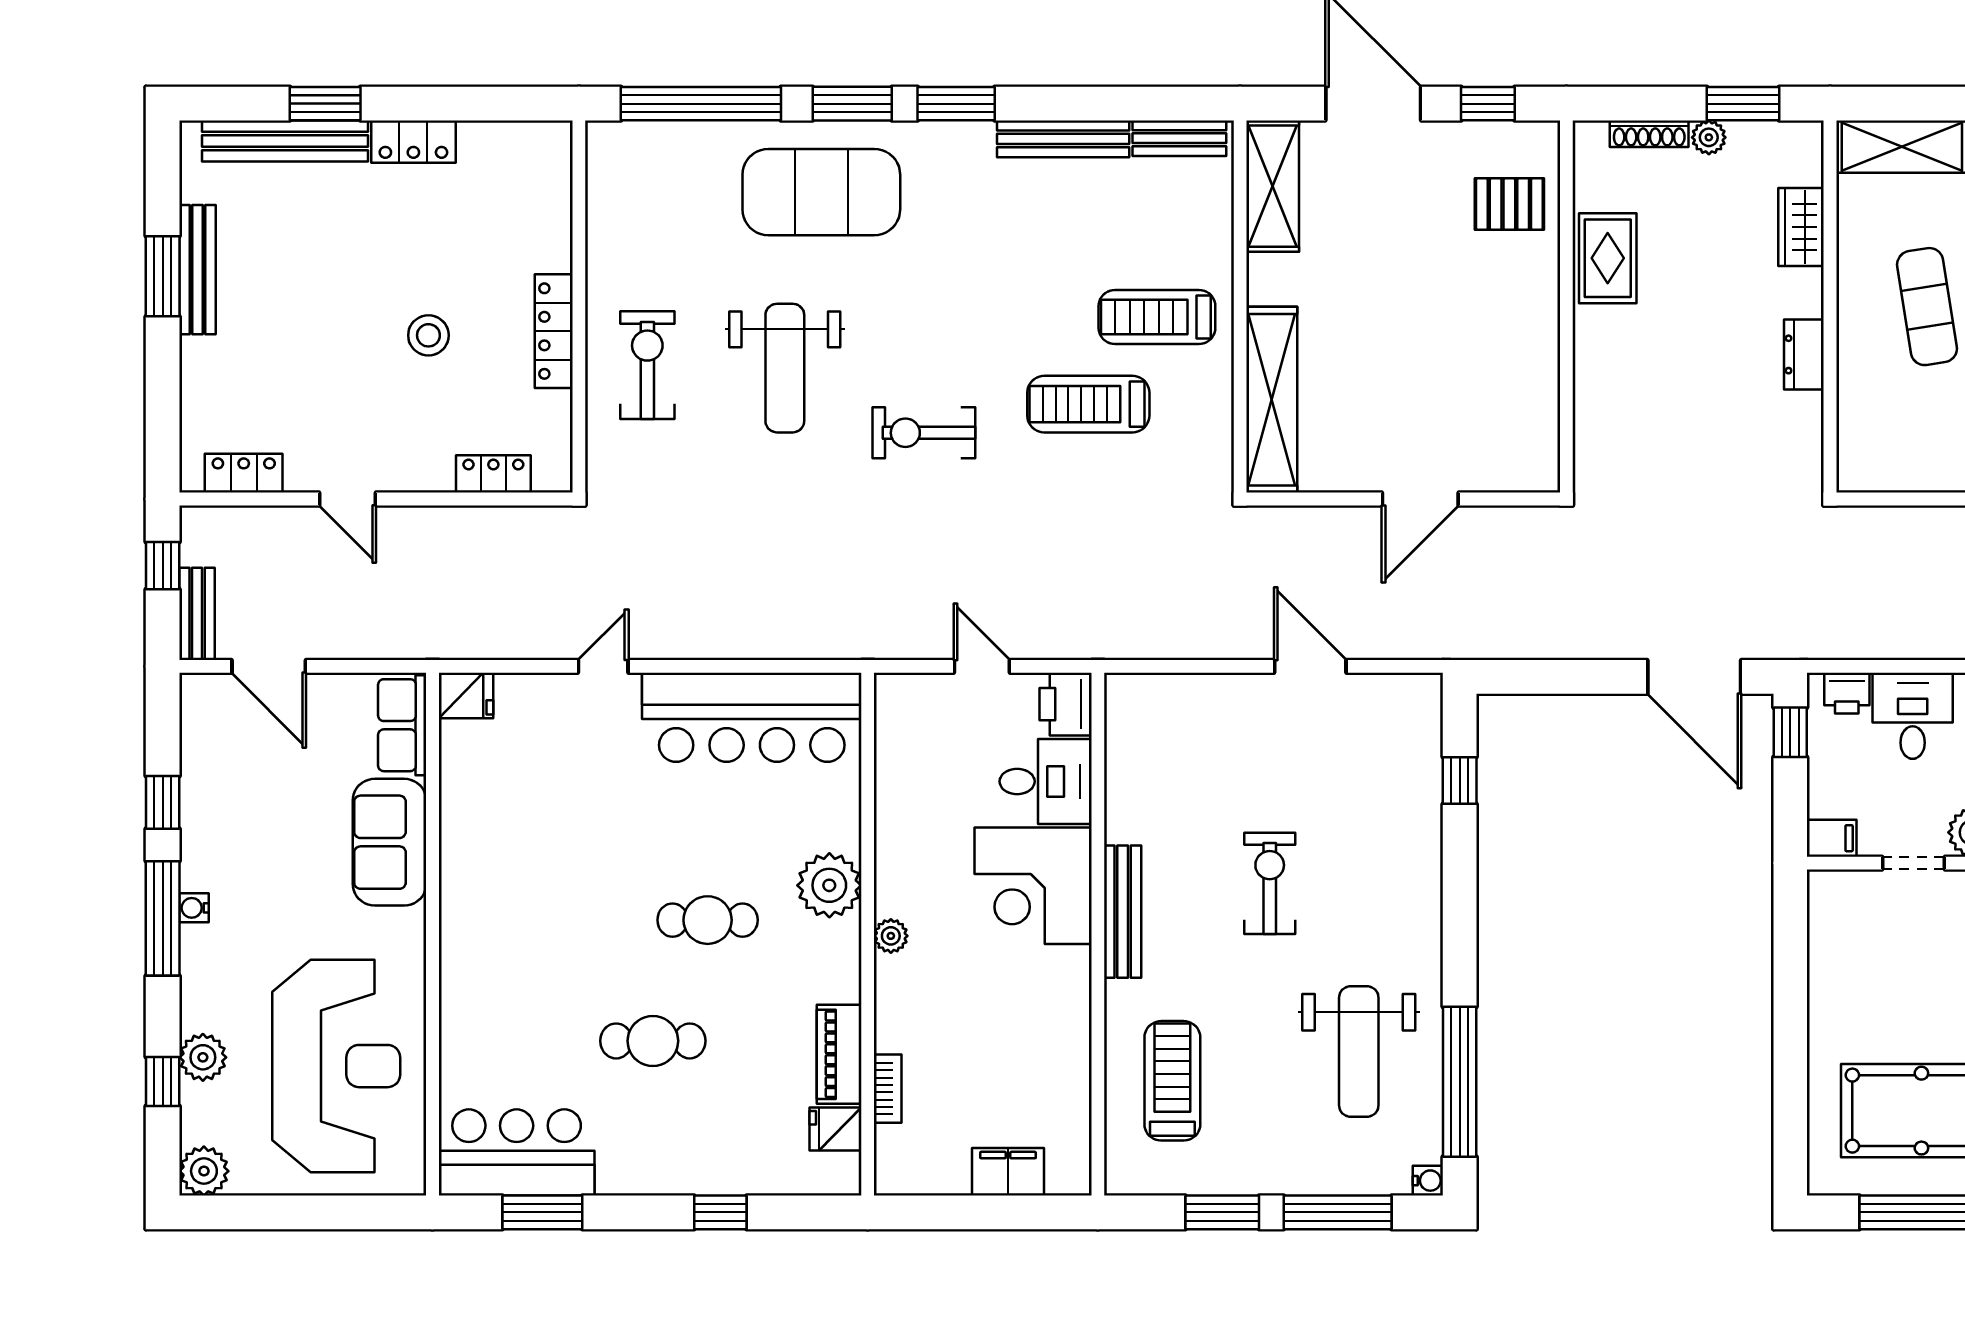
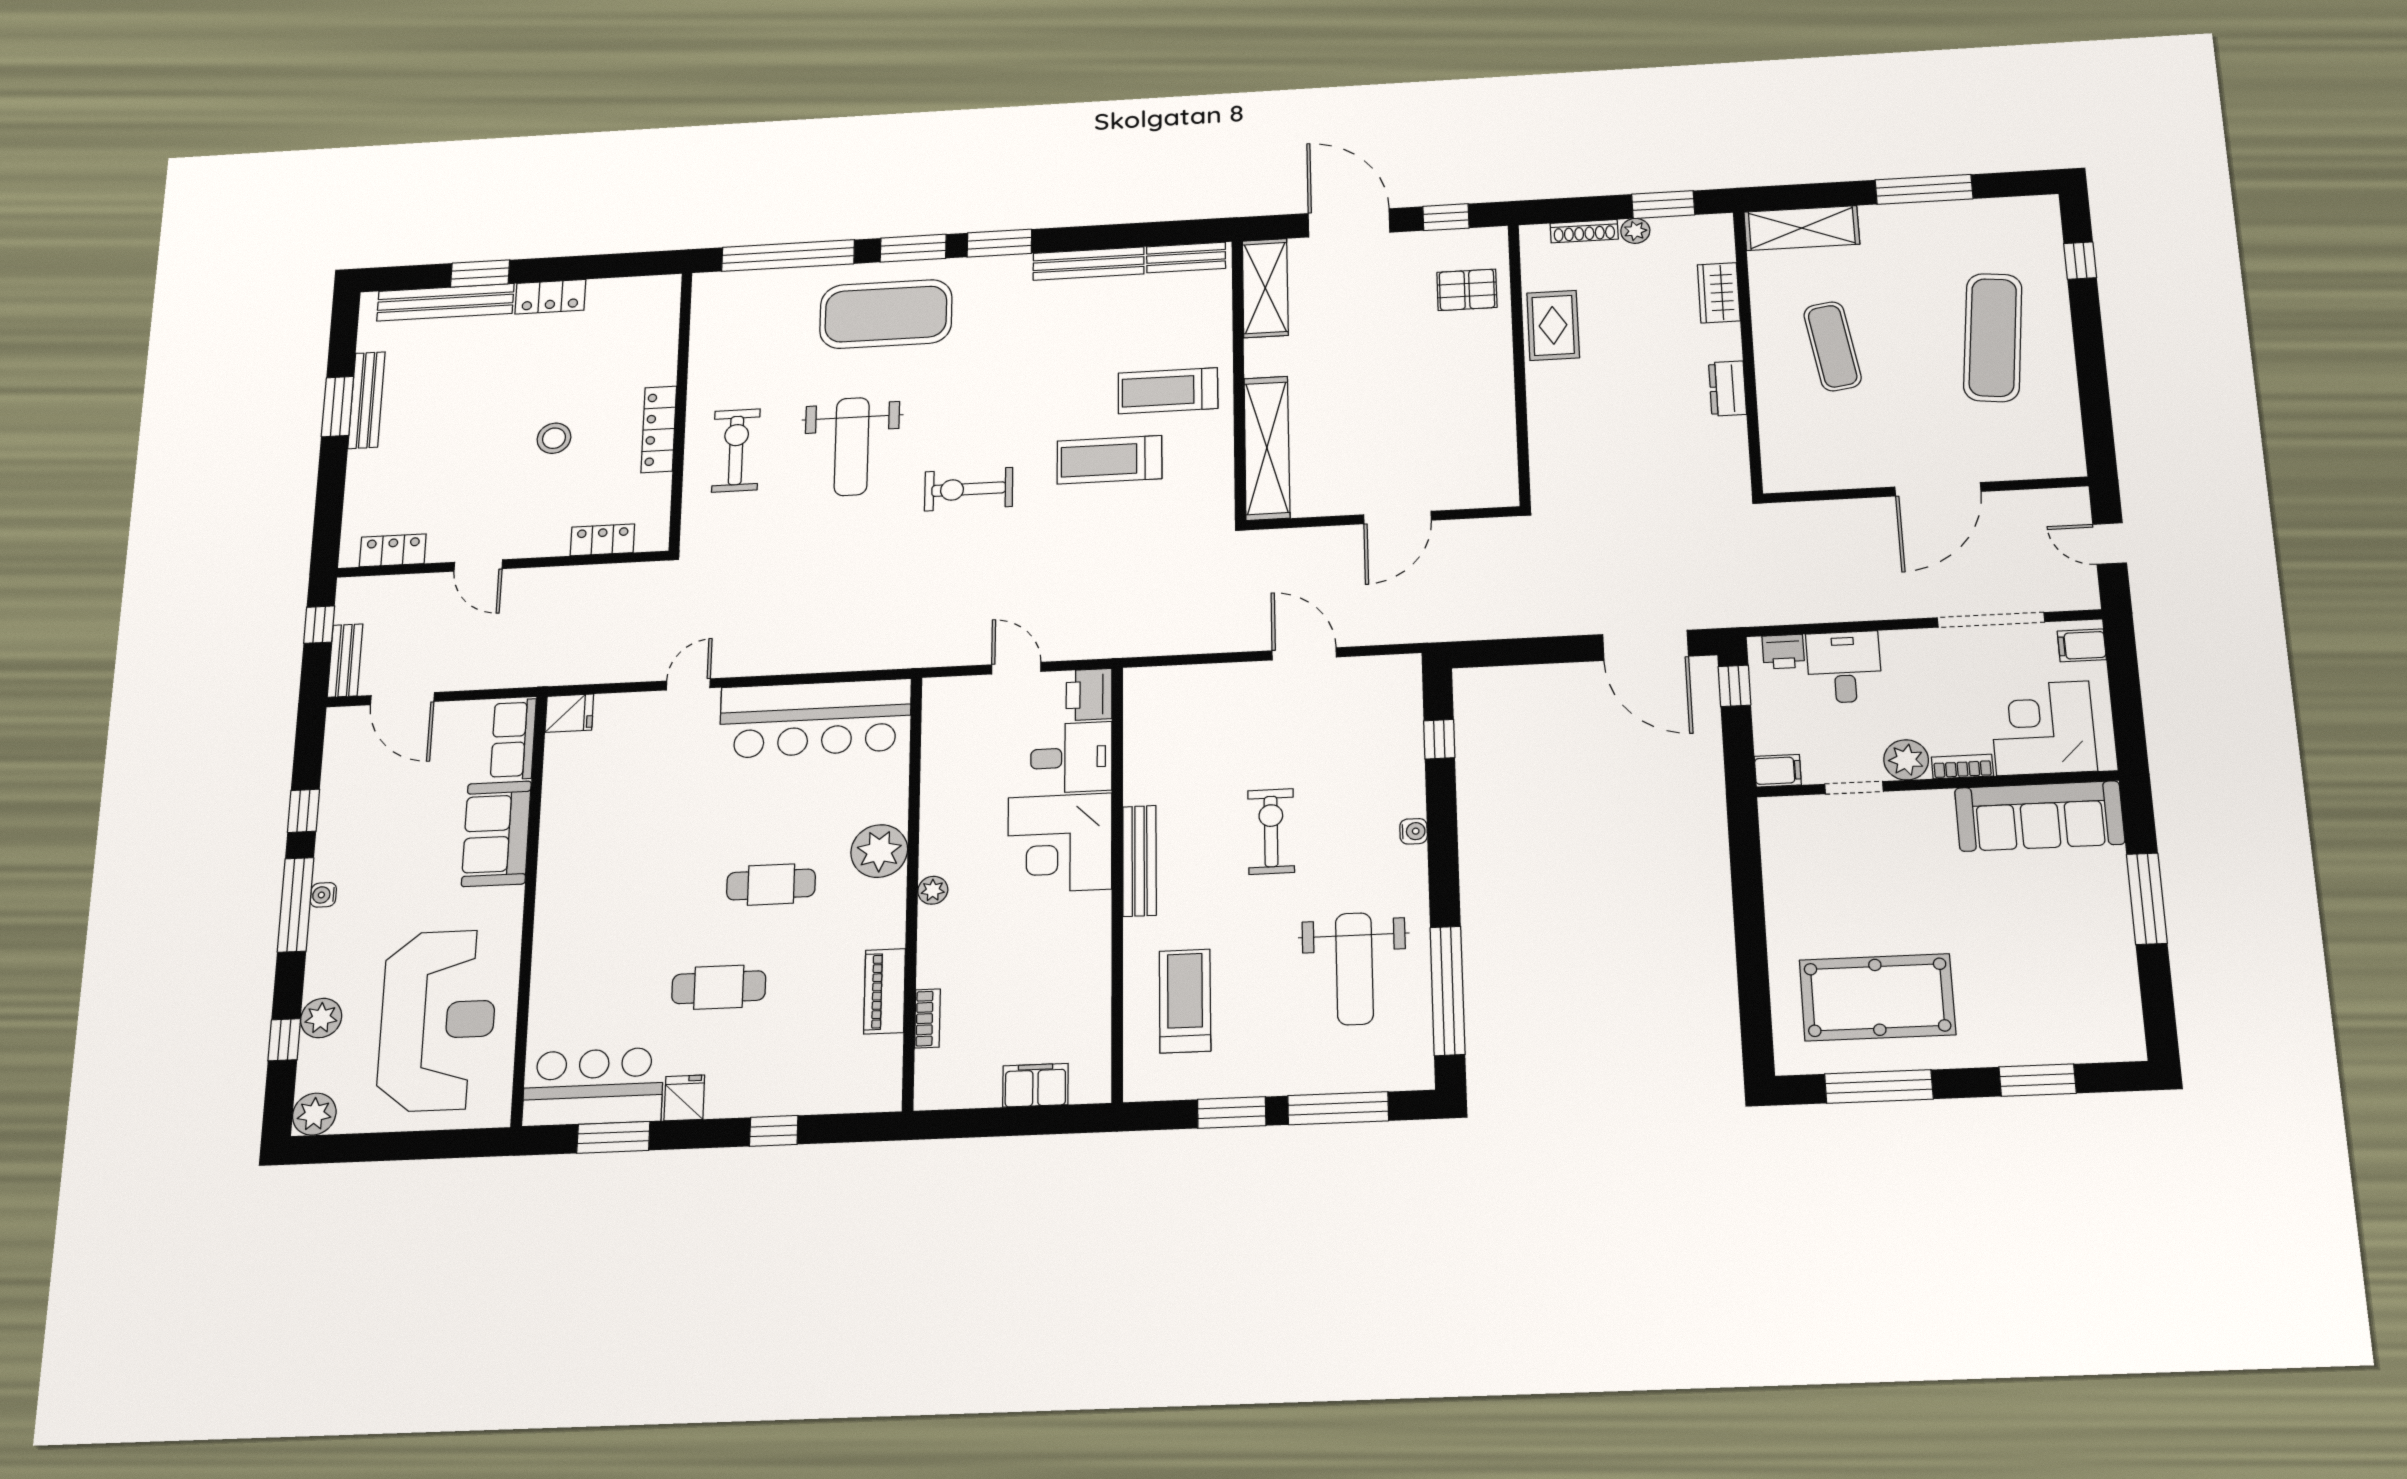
fridge: (836, 1129) -> (684, 1098), moved, turned 90
water cooler: (1428, 1181) -> (1414, 831), moved

